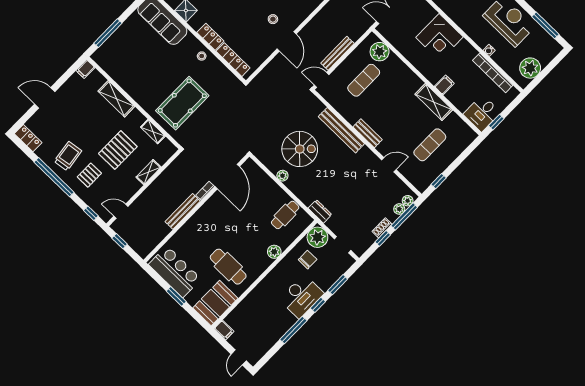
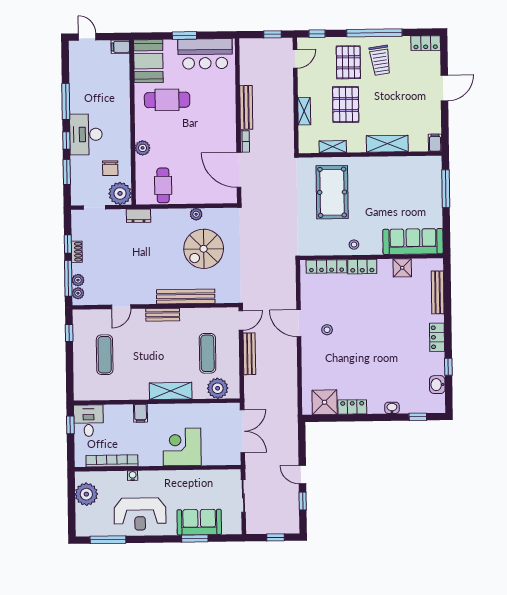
shelving: (434, 102) -> (171, 391), moved
pallet: (89, 175) -> (348, 62), width x1.50, depth x1.42

